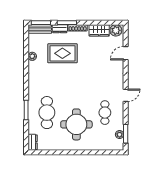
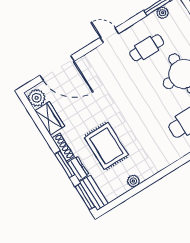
door: (126, 53) -> (57, 68), width x1.87

